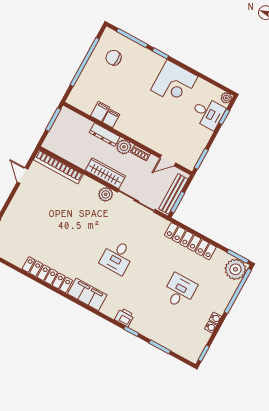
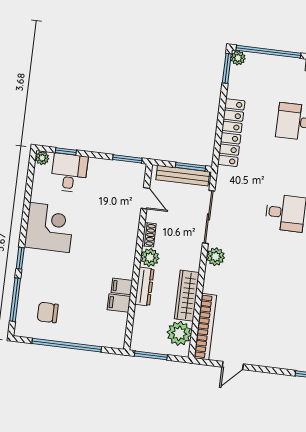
chair: (114, 58) -> (48, 312), turned 90
plant: (61, 146) -> (179, 333), added
wardrobe: (105, 173) -> (187, 296), moved
plant: (235, 269) -> (238, 58), width x0.53, depth x0.53

